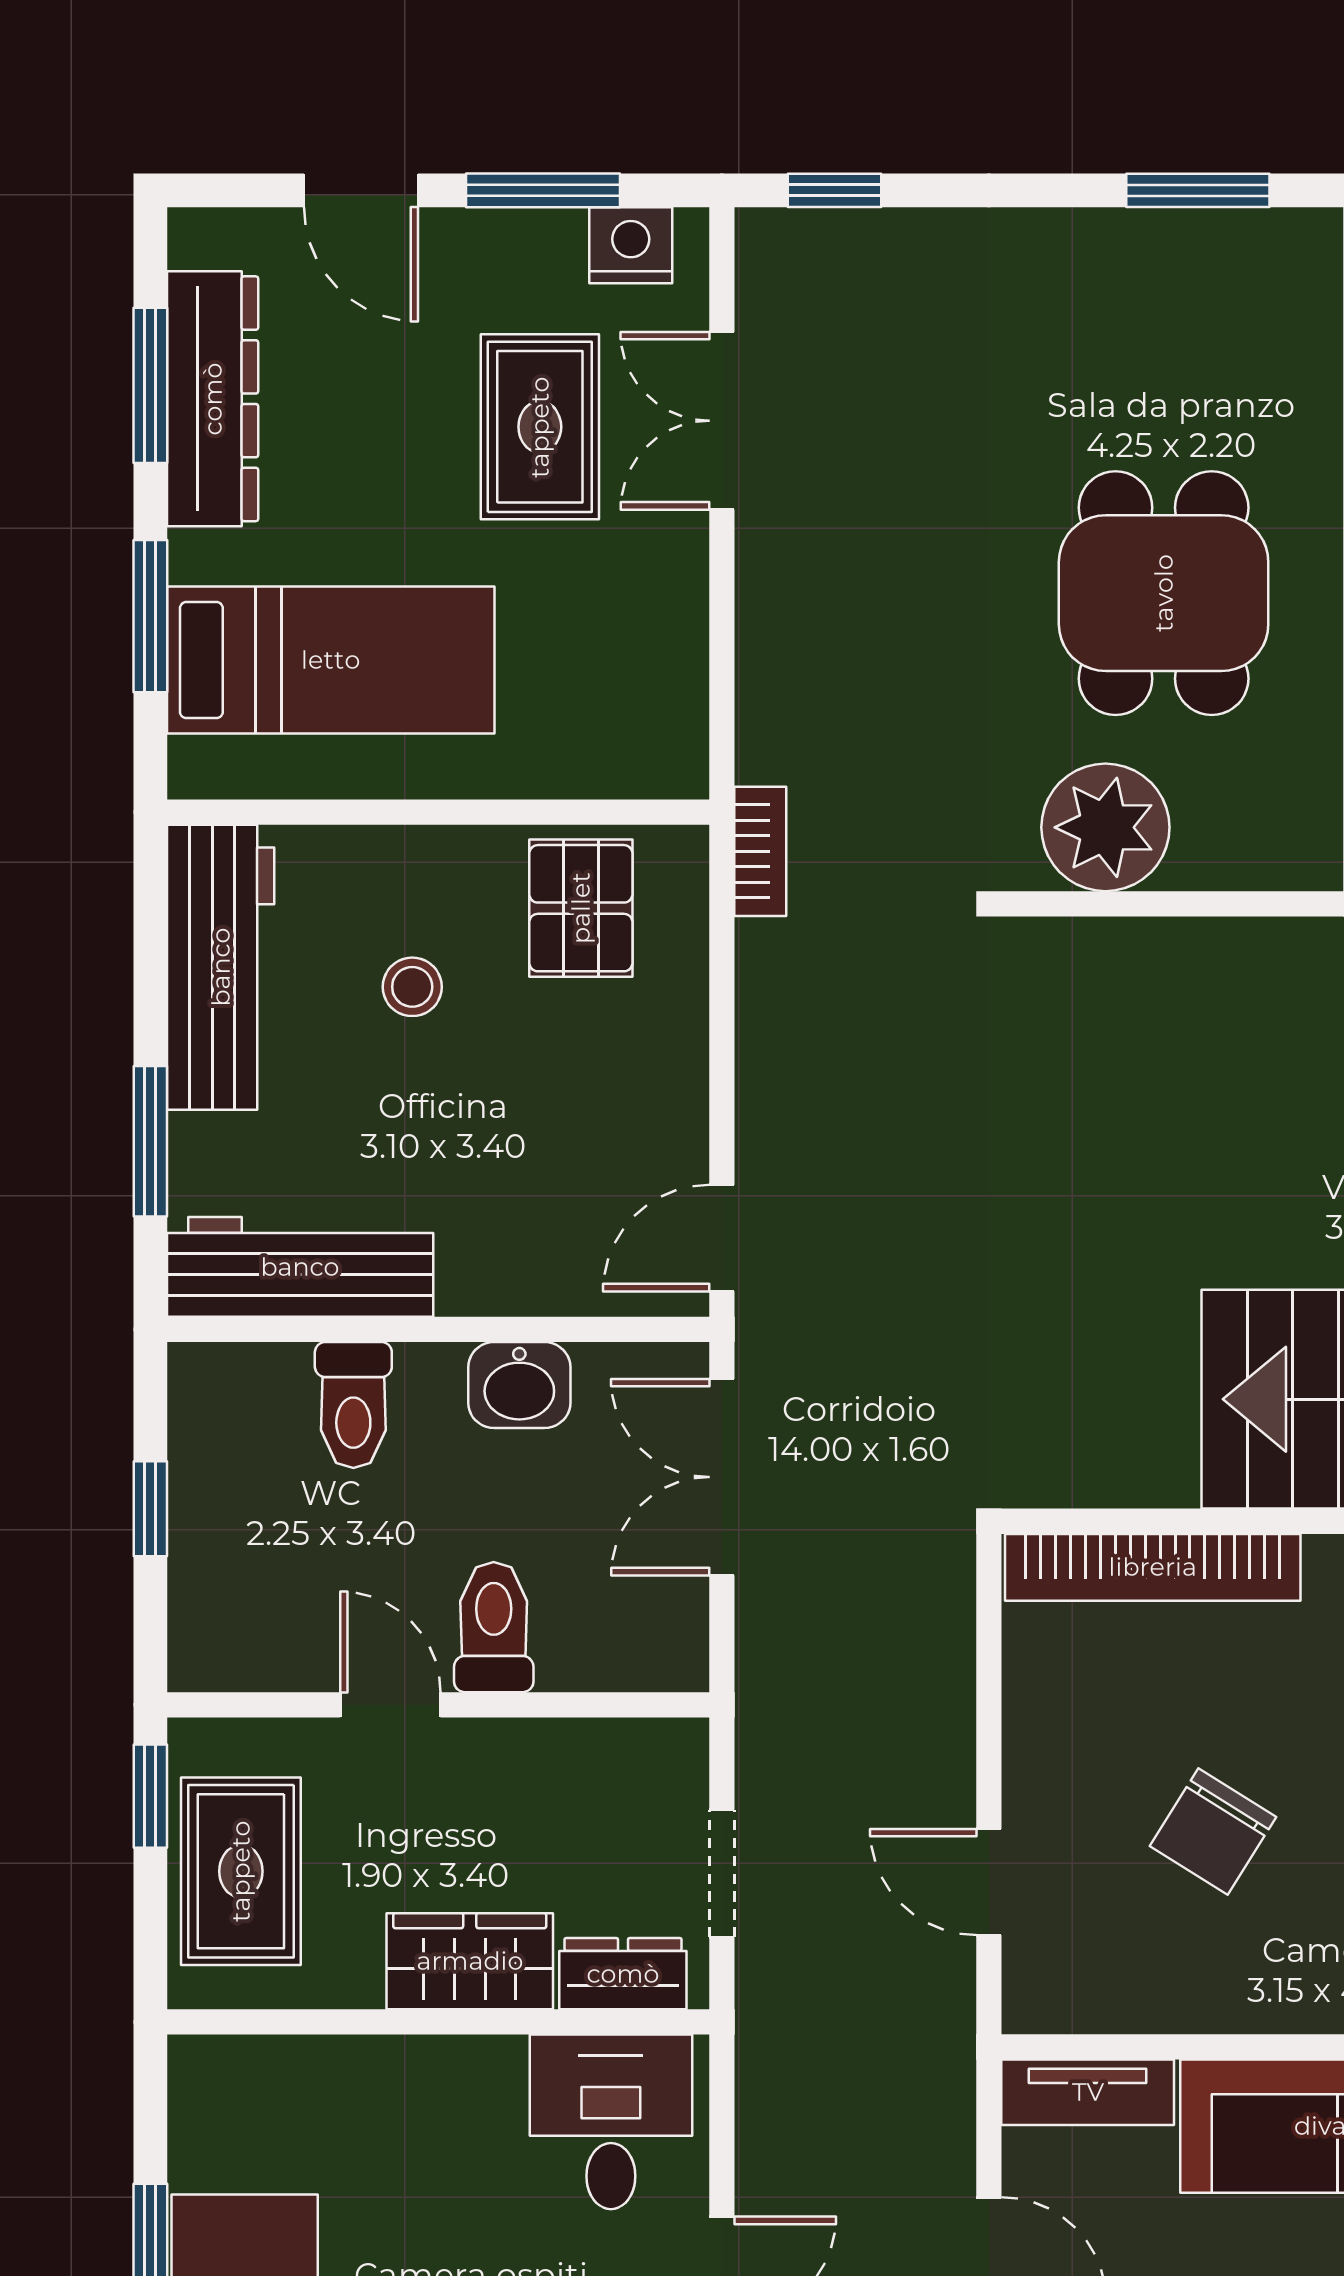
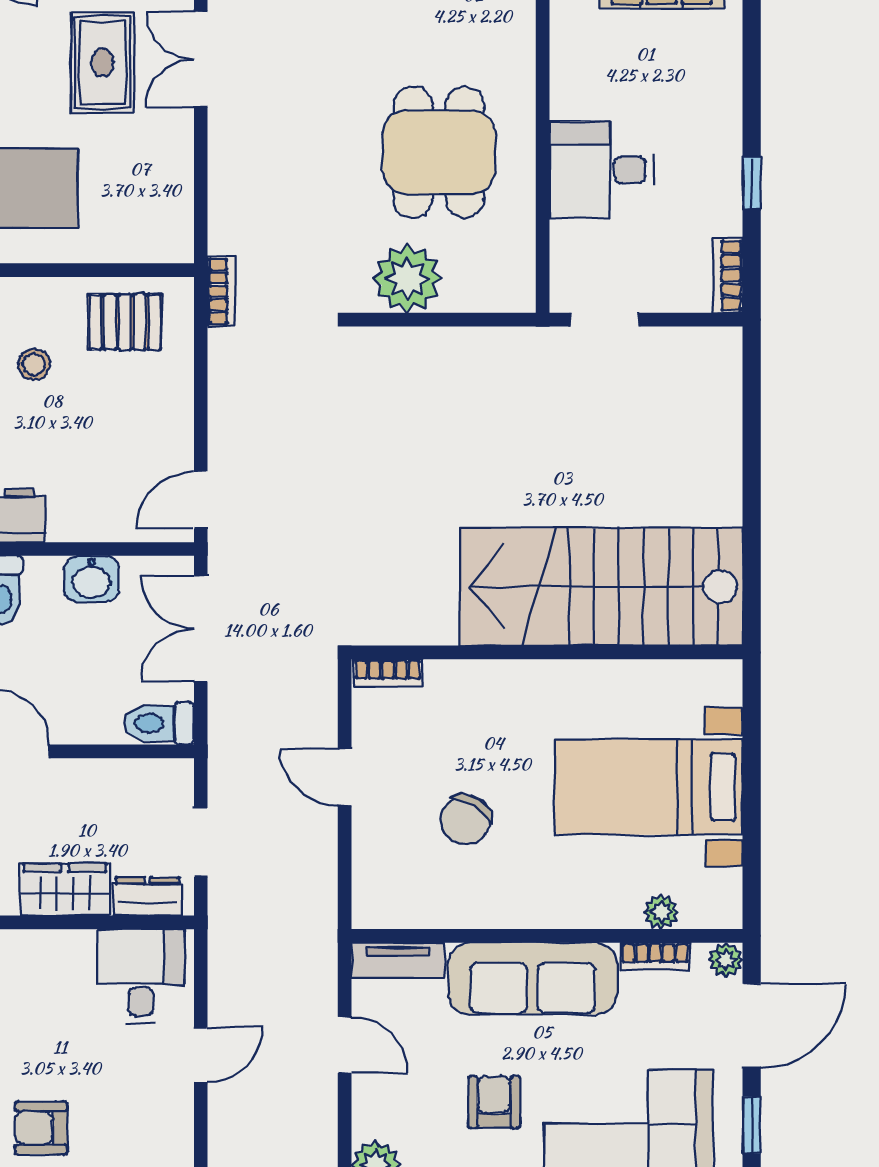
pallet: (581, 908) -> (125, 322), turned 90
bookcase: (1153, 1567) -> (388, 673), width x0.43, depth x0.76
toilet: (494, 1627) -> (159, 723), moved, turned -90
door: (989, 1882) -> (345, 777), moved

